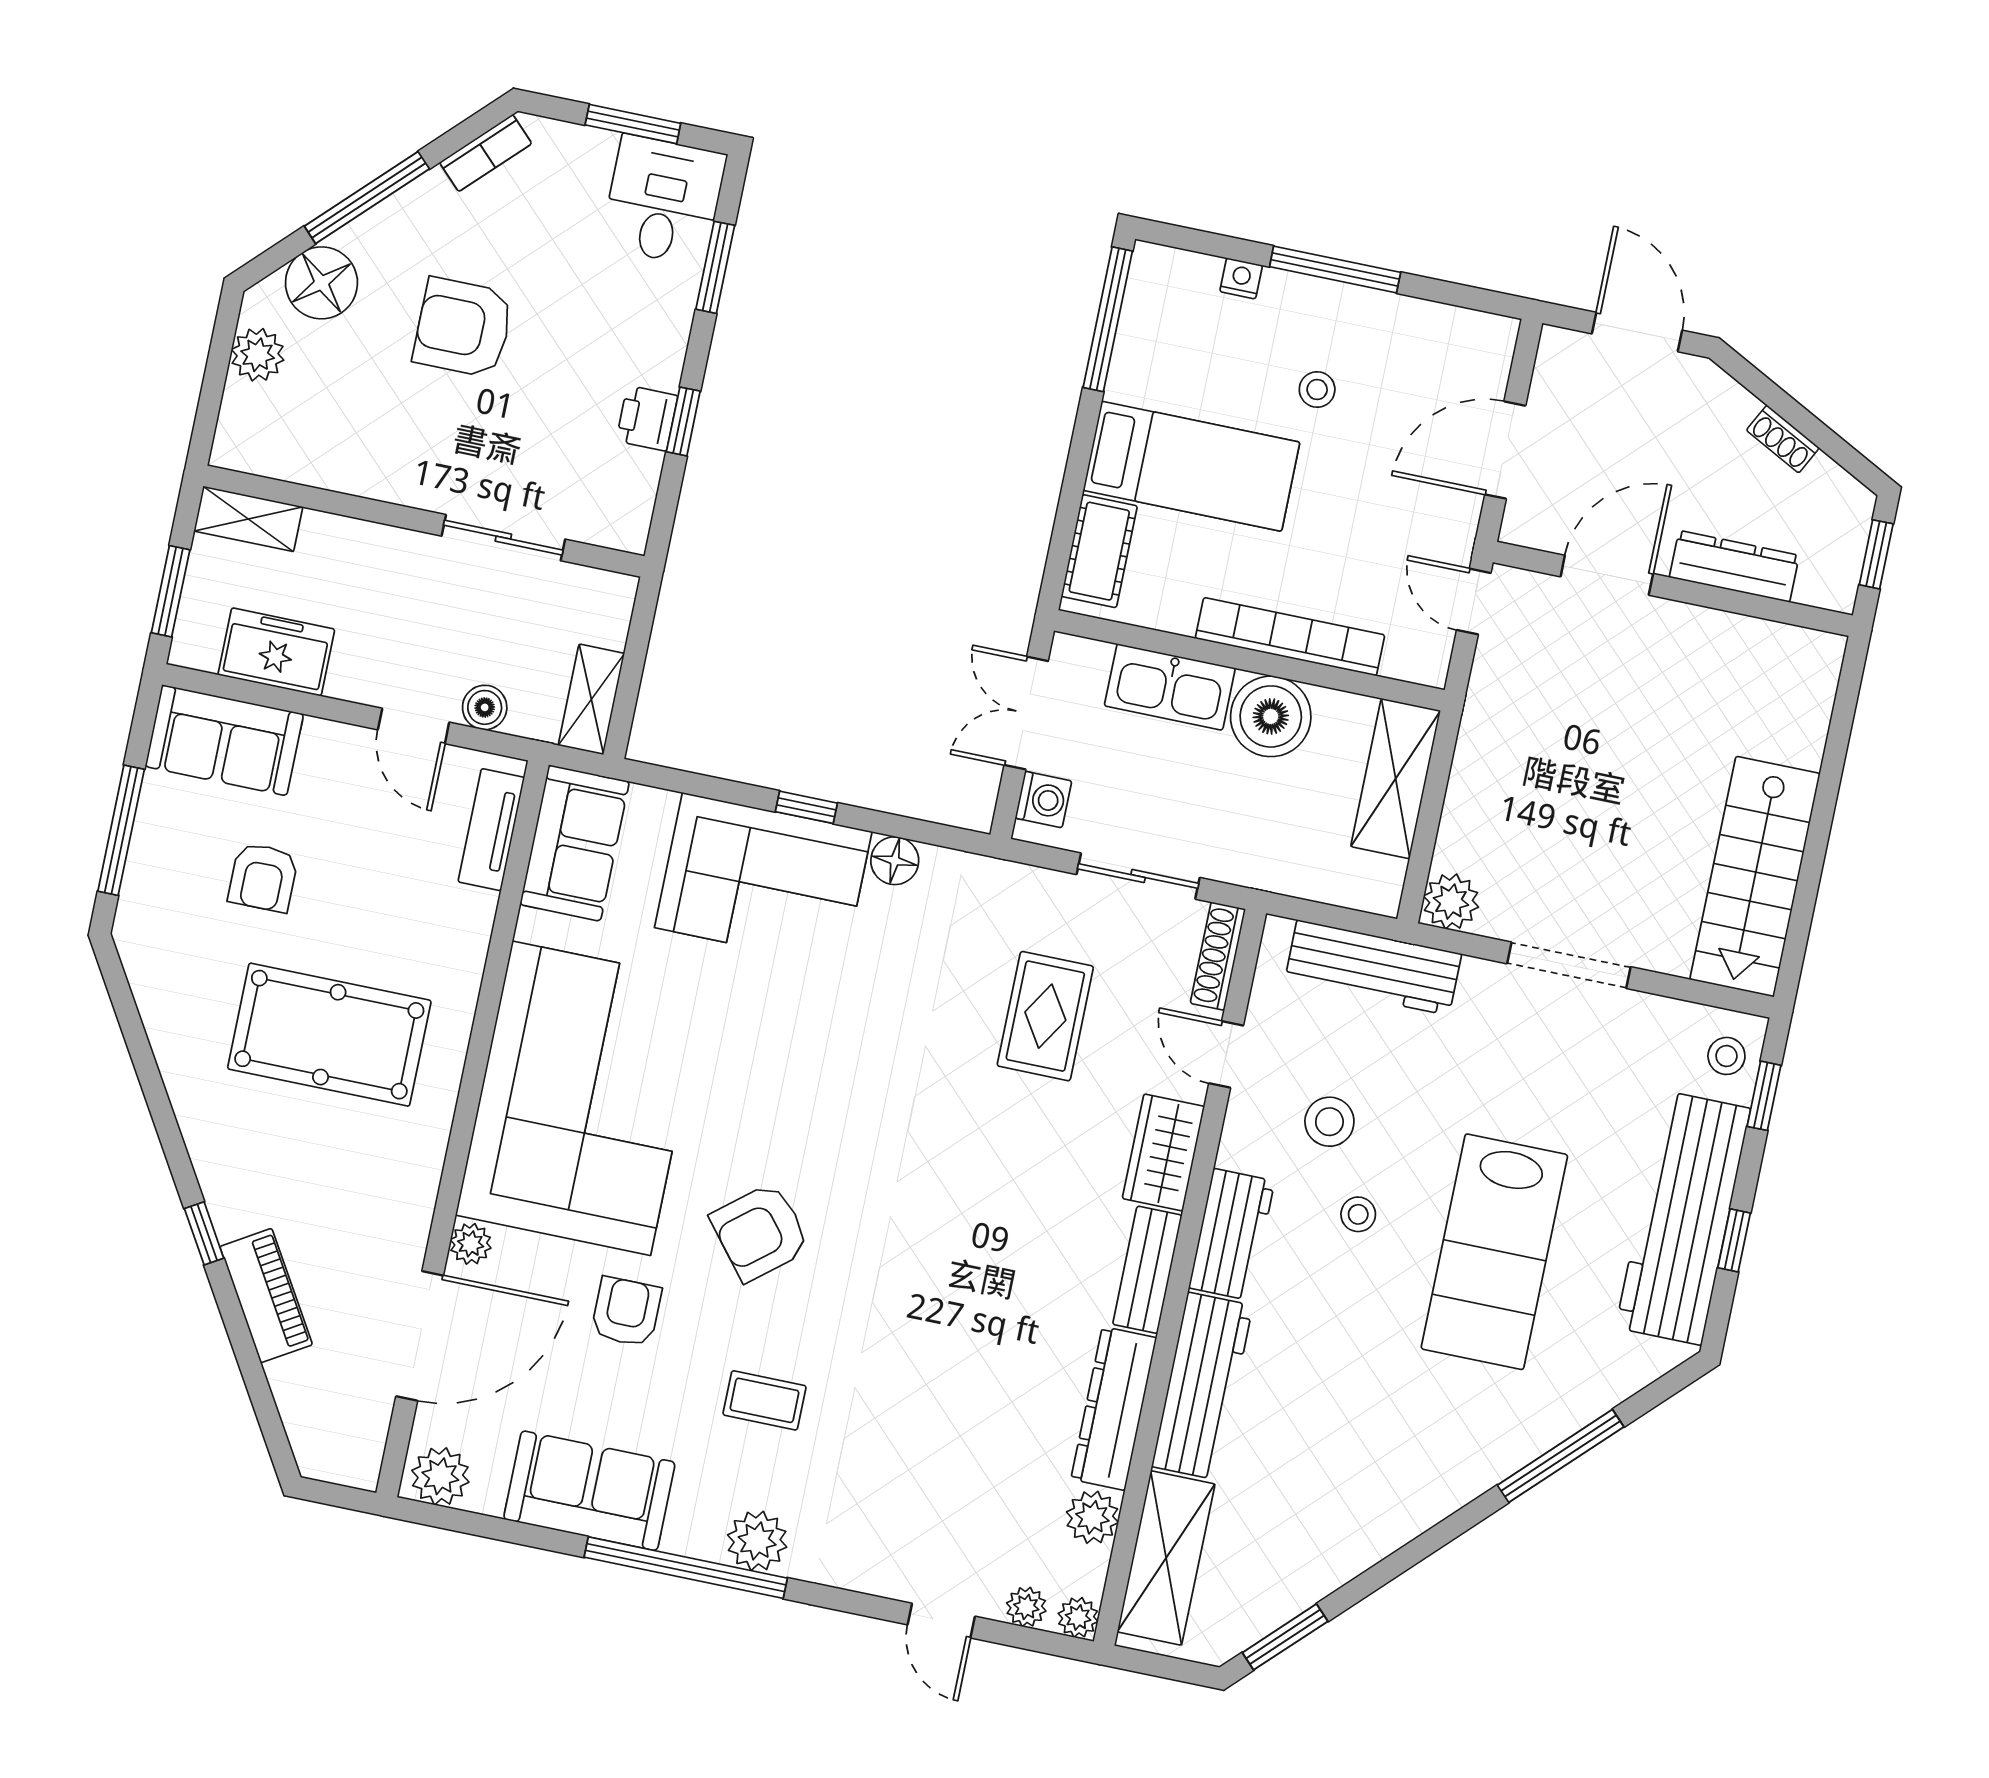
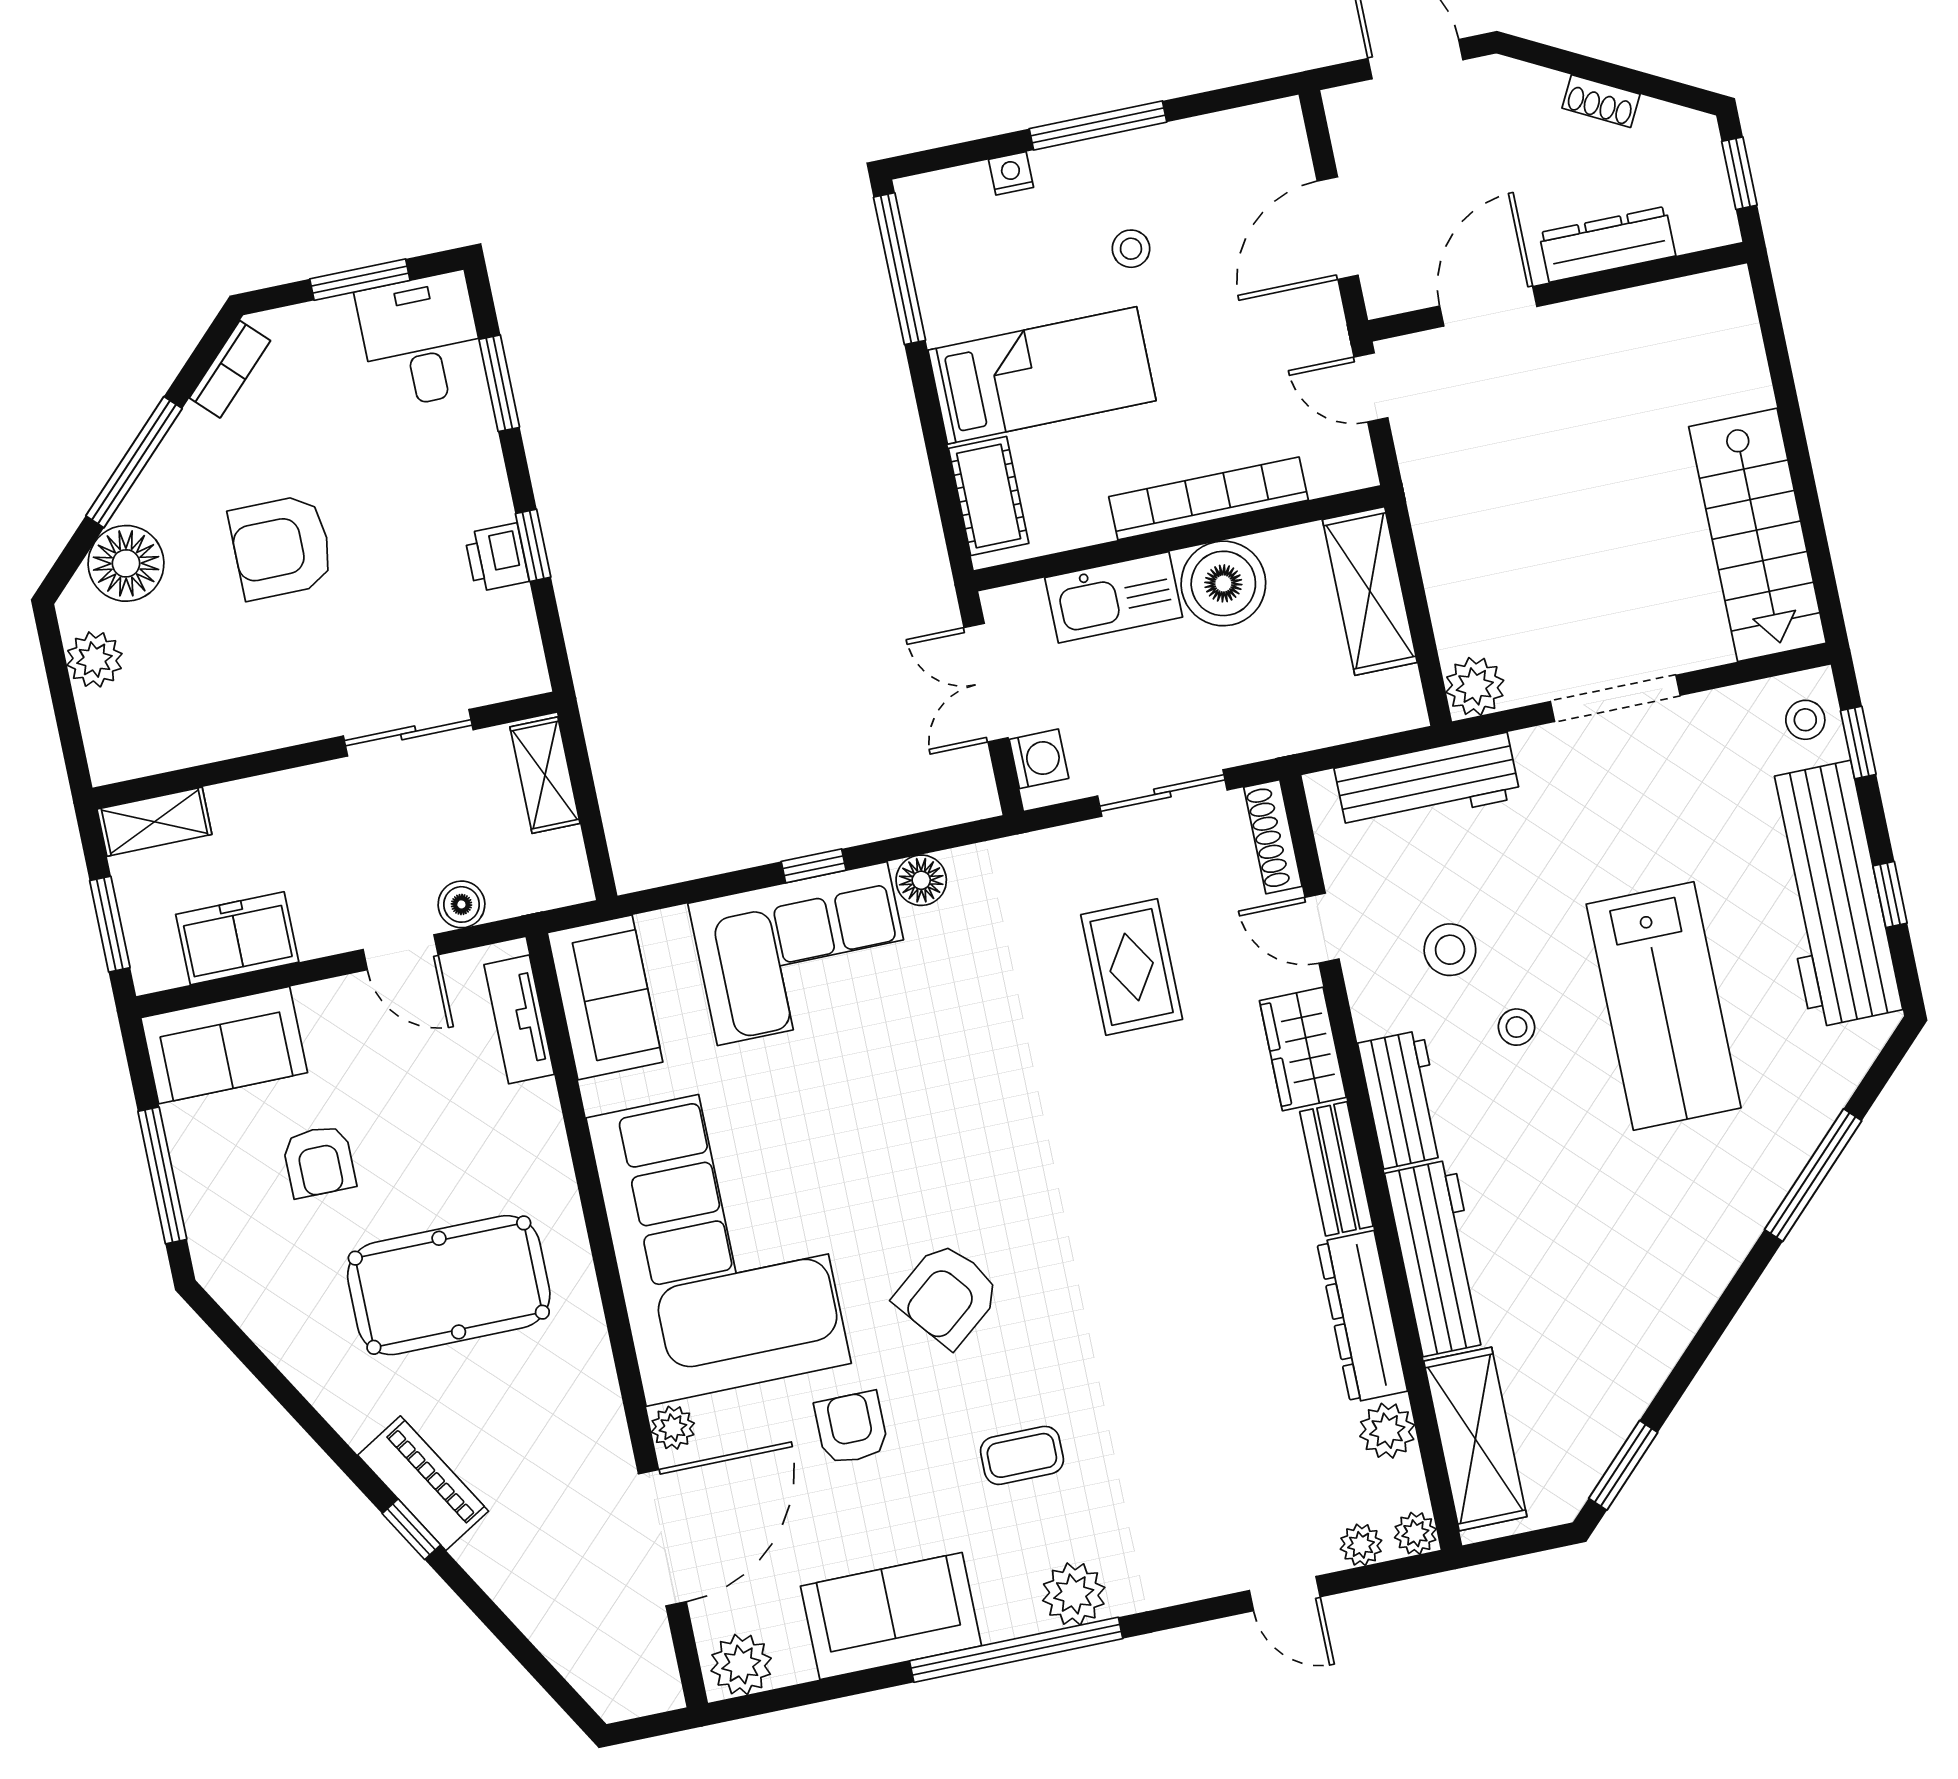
shelving: (591, 699) -> (545, 775), moved
piano: (266, 1296) -> (423, 1483), moved

